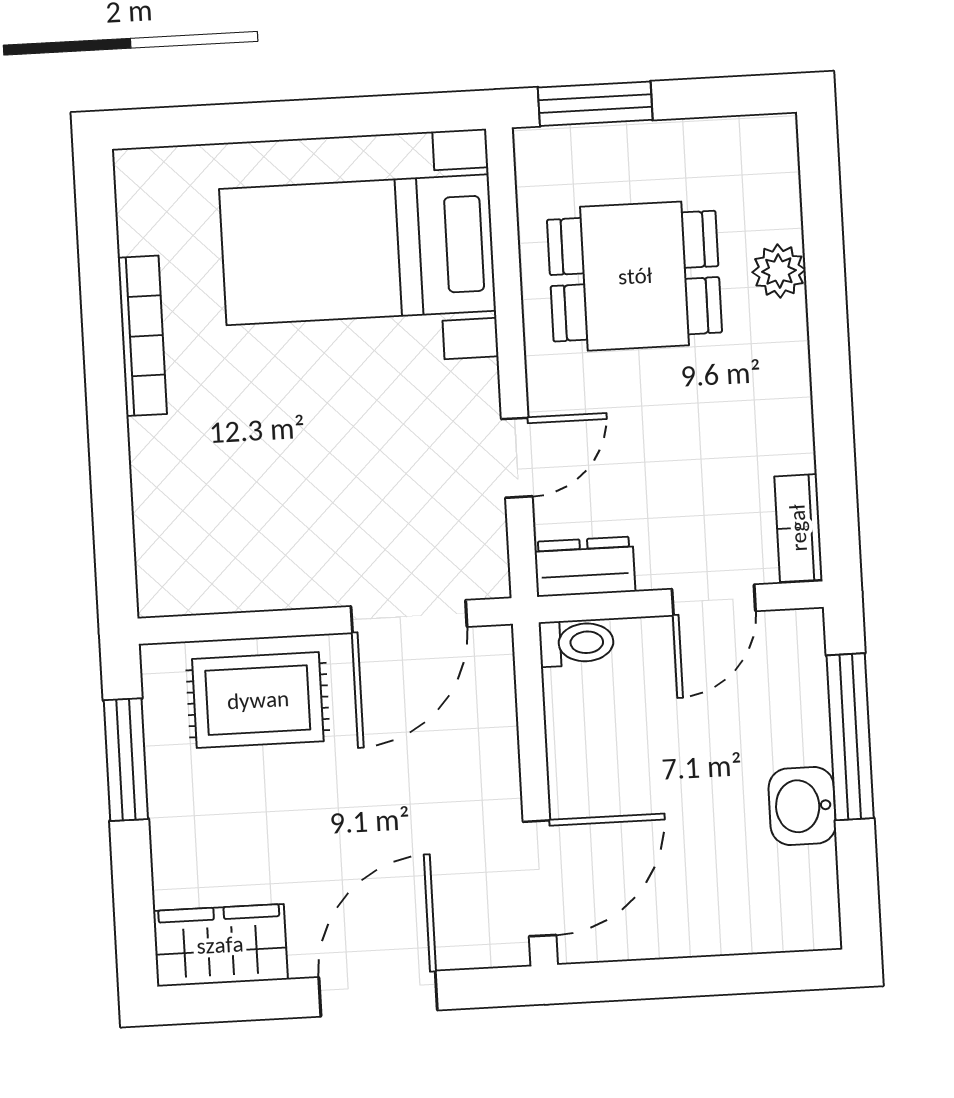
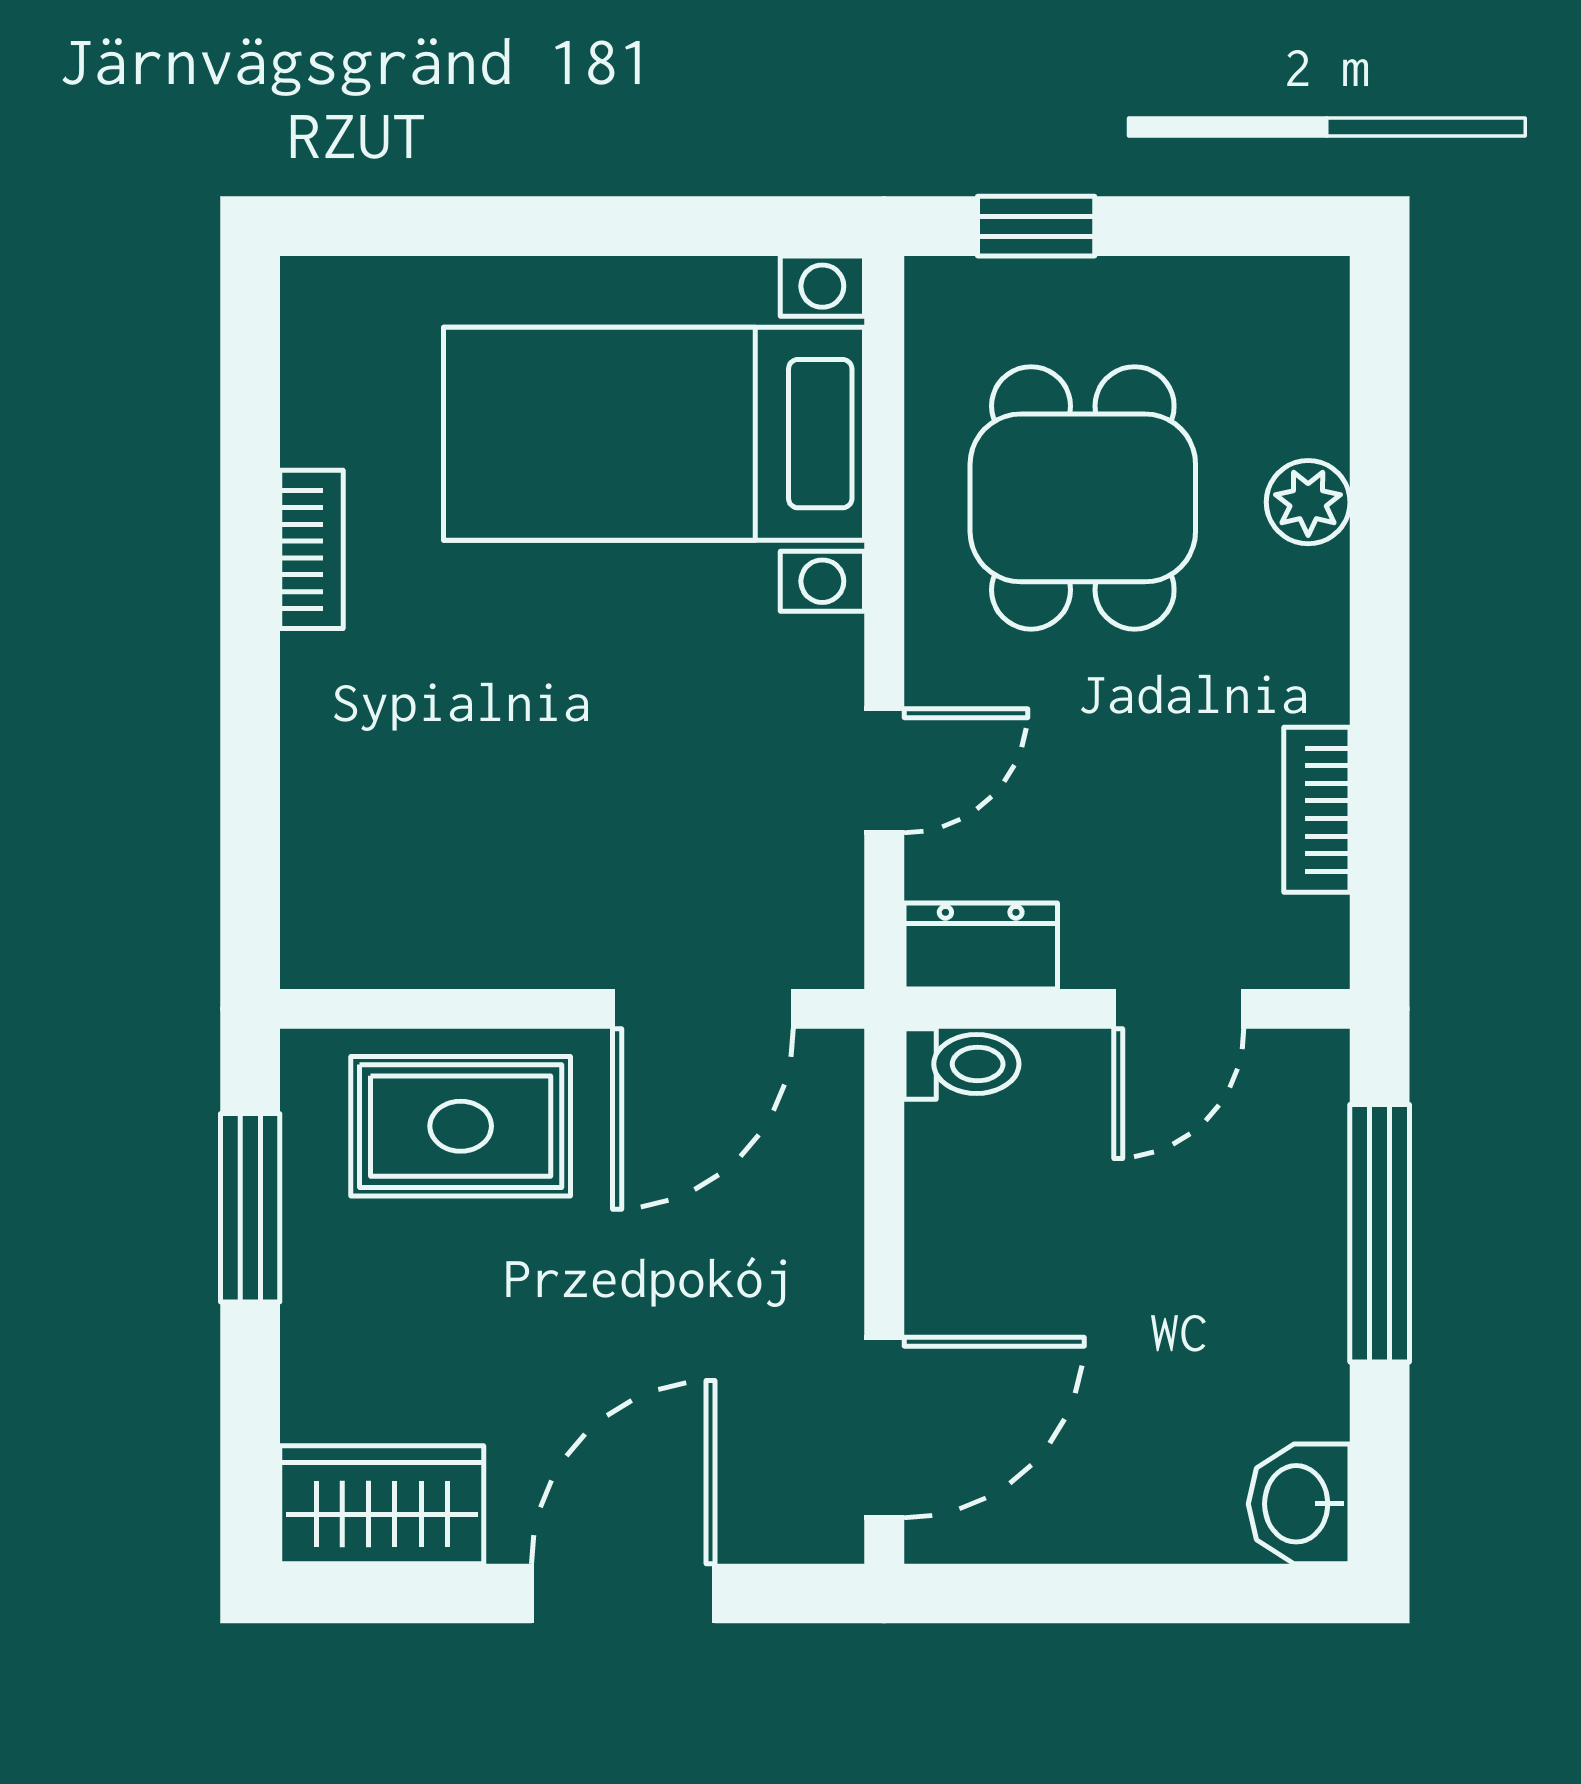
window: (595, 104) -> (1036, 226), width x0.67
dining table: (635, 276) -> (1083, 498), turned 90
bookcase: (142, 336) -> (312, 549), width x0.64
bookcase: (798, 528) -> (1317, 810), moved
washbasin: (802, 806) -> (1299, 1504), moved

